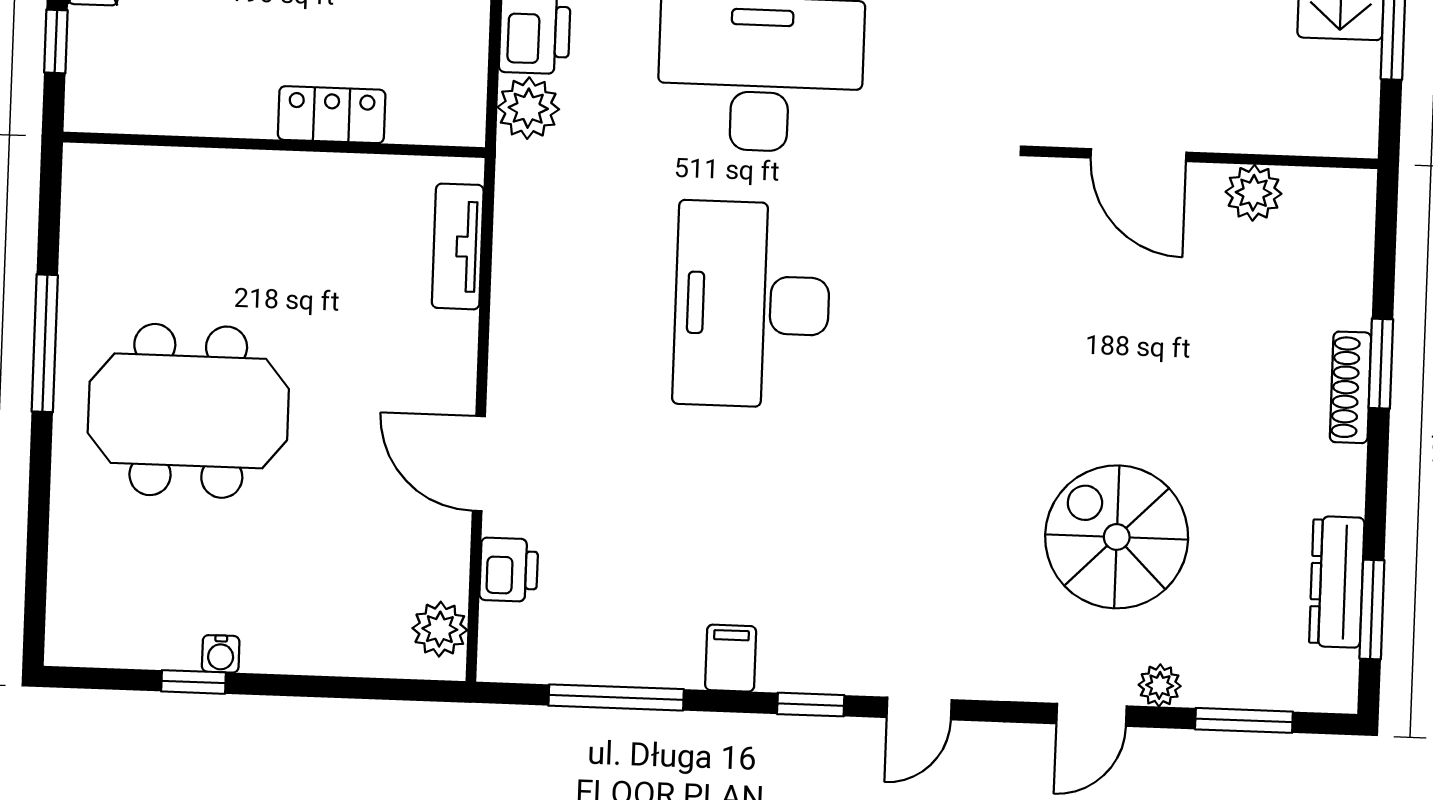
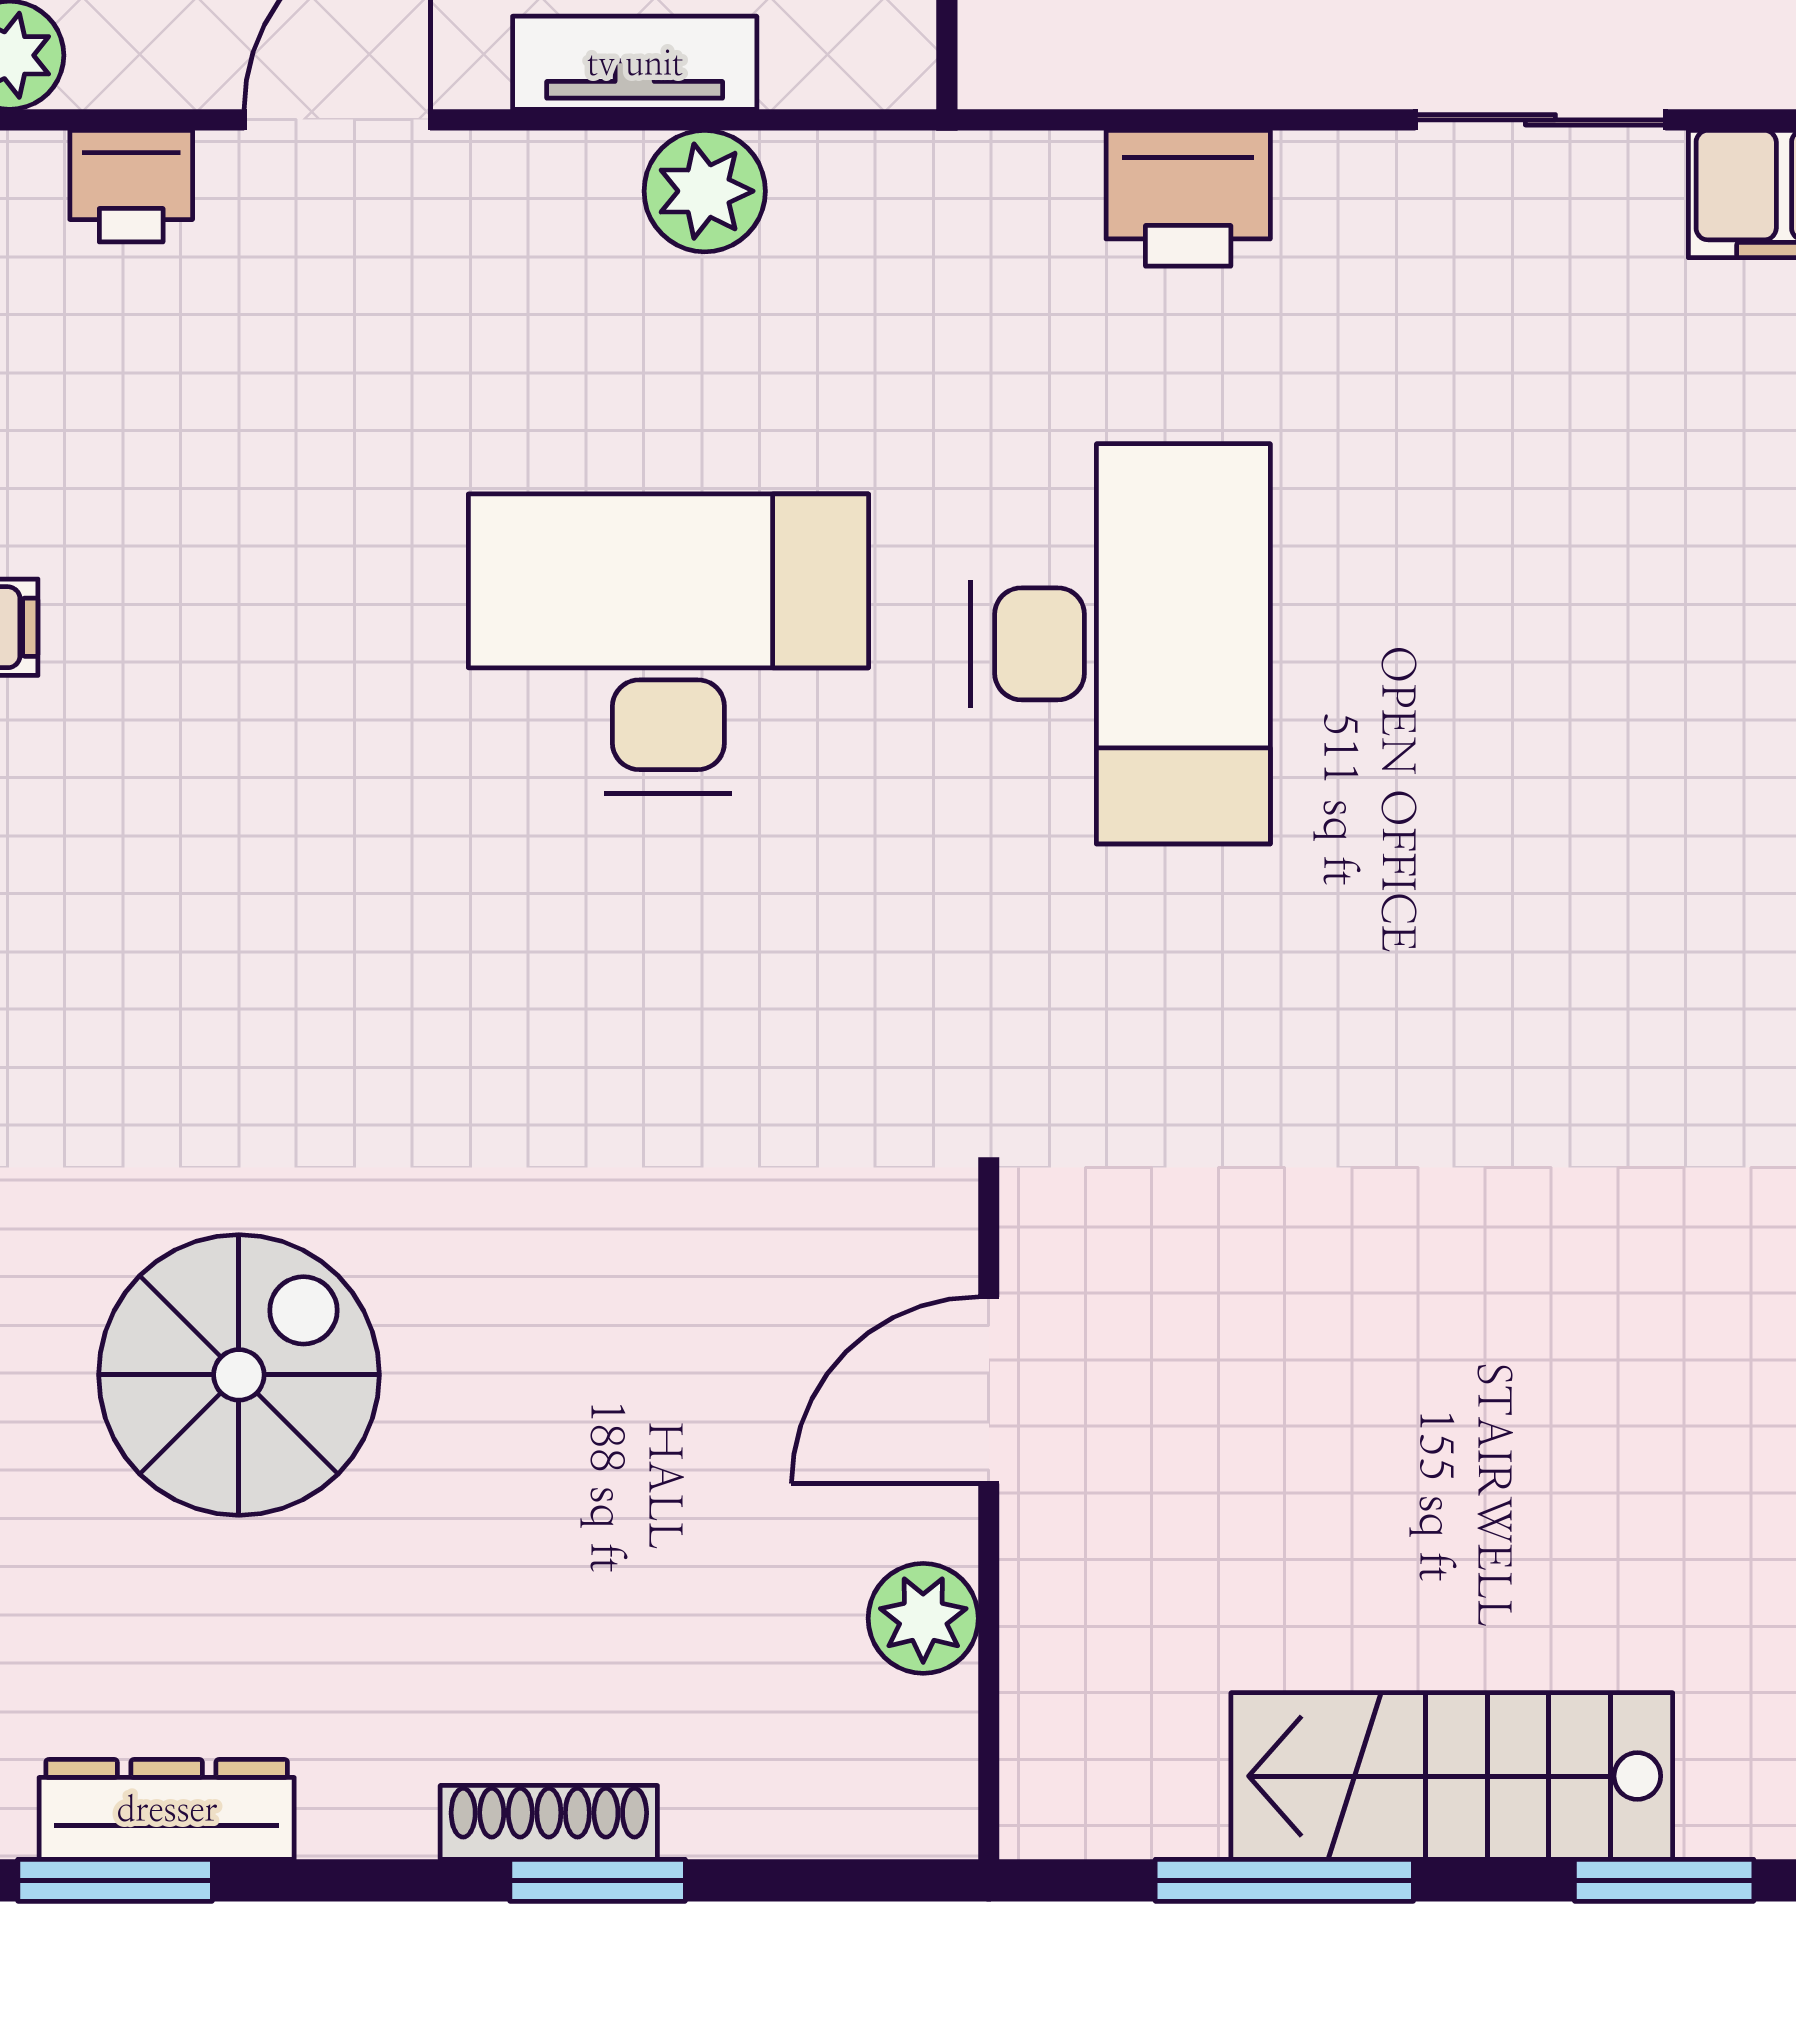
plant: (528, 108) -> (705, 191), moved
tv unit: (458, 246) -> (635, 63), moved

